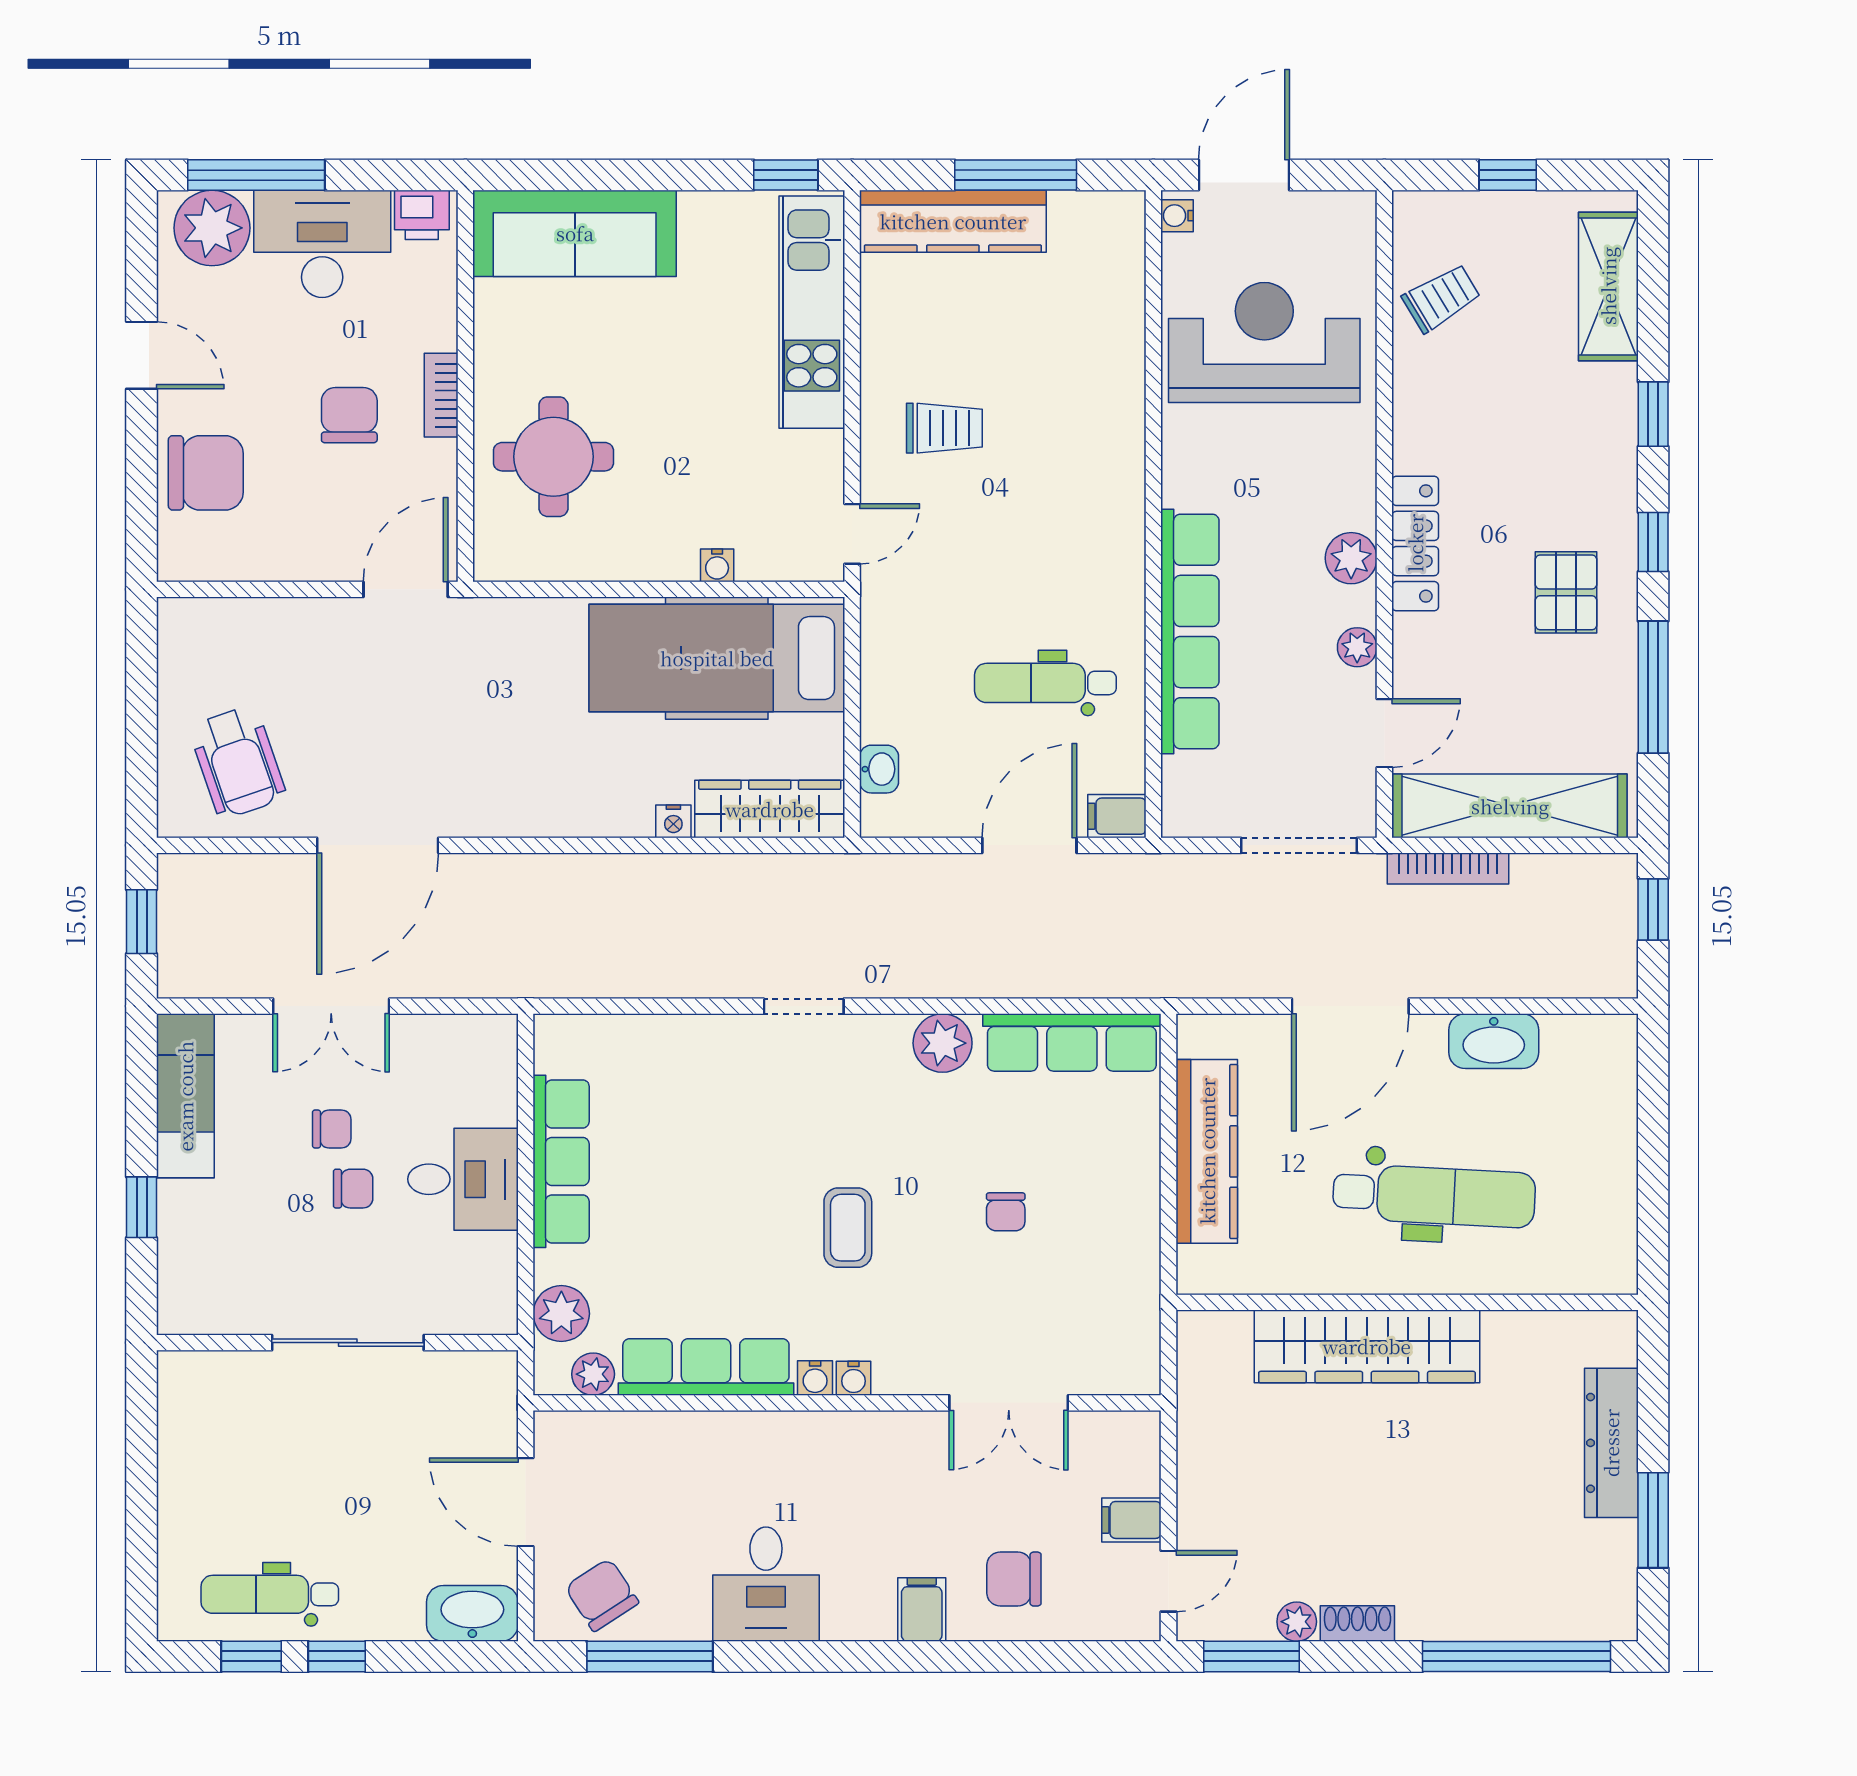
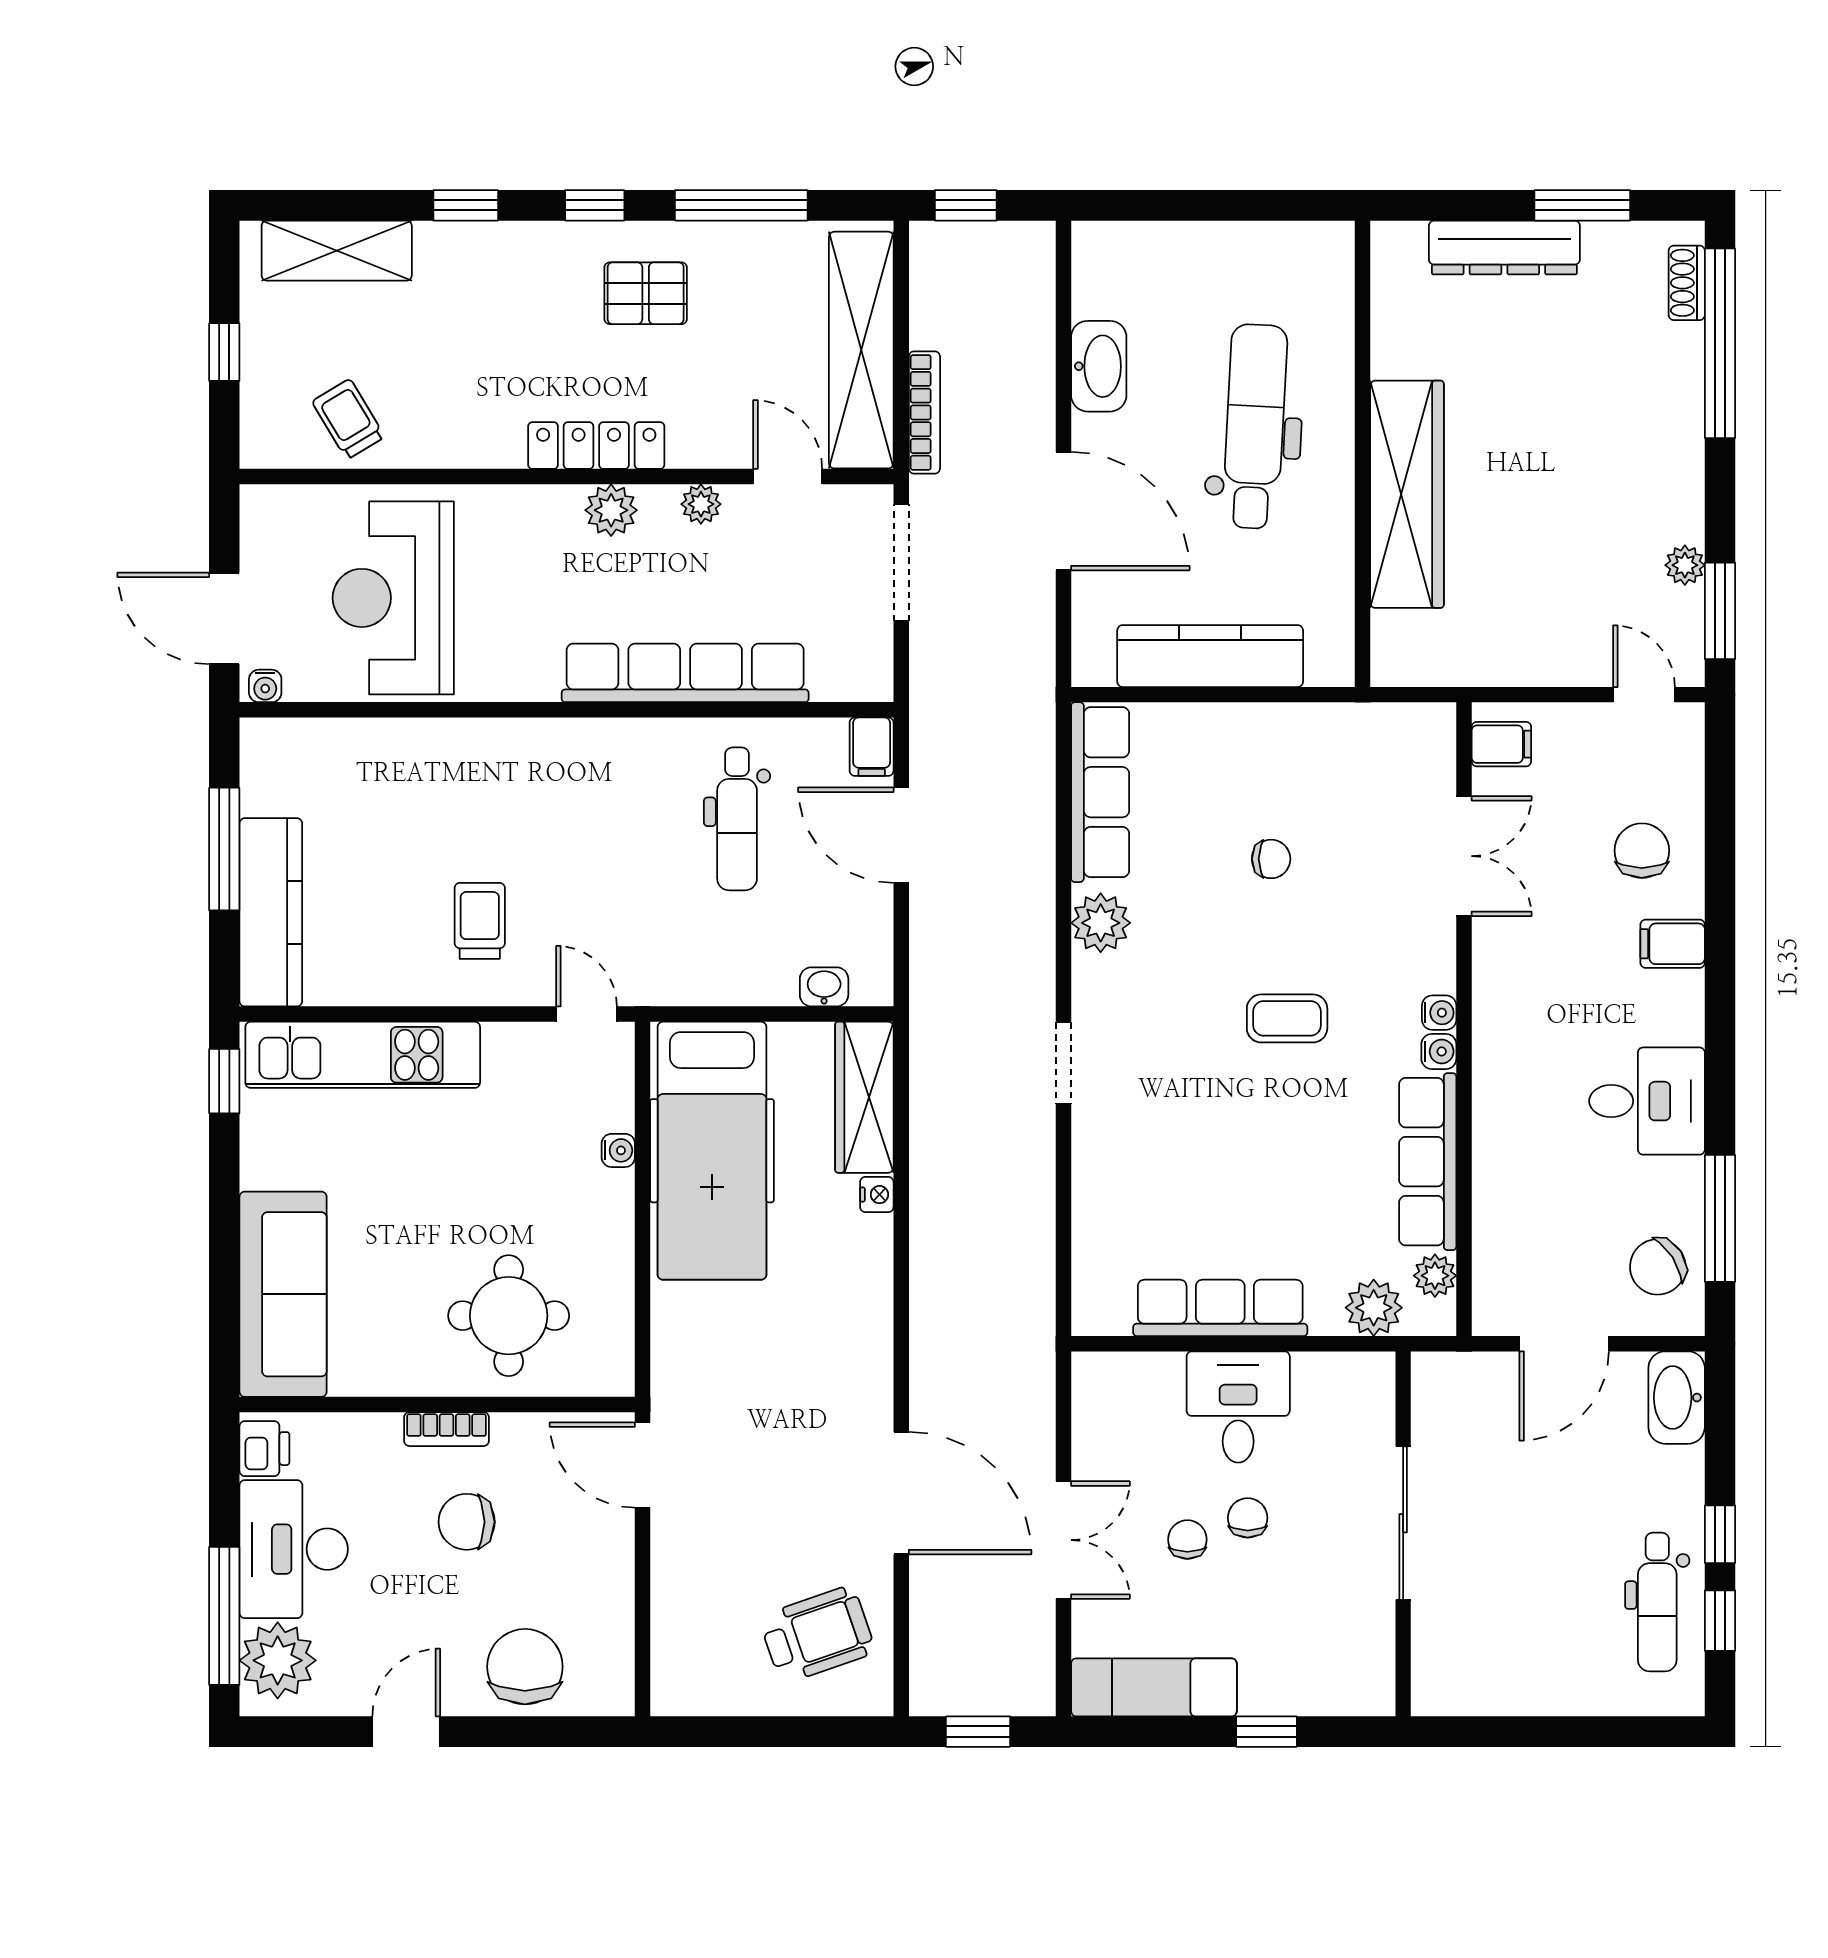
filing cabinet: (1131, 1520) -> (1501, 744), moved, turned -90
chair: (1014, 1579) -> (1642, 851), turned 180
shoe rack: (1357, 1623) -> (1687, 283), moved

